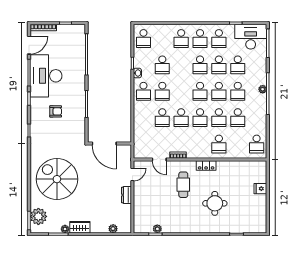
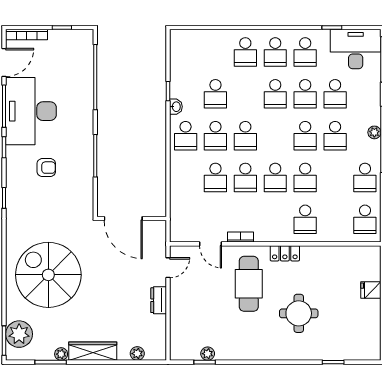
school desk: (143, 39) -> (186, 52), removed
school desk: (200, 91) -> (245, 136), moved
school desk: (238, 118) -> (365, 177), moved
cafe table: (183, 185) -> (249, 284), width x1.37, depth x1.35
wardrobe: (80, 227) -> (93, 351), width x1.50

